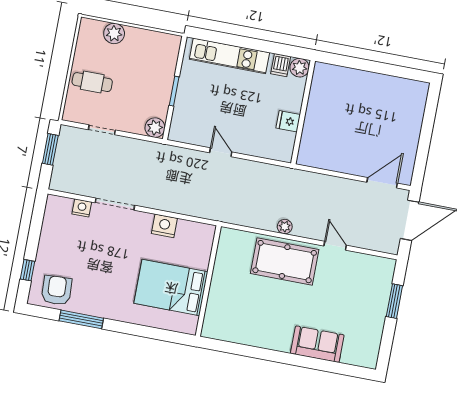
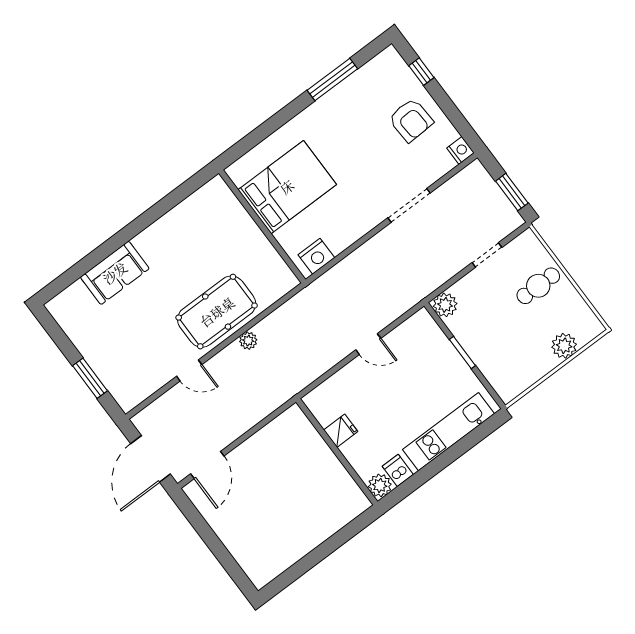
nightstand: (82, 208) -> (460, 150), moved, turned -90
nightstand: (164, 226) -> (316, 256), moved
armchair: (57, 290) -> (411, 120), moved

